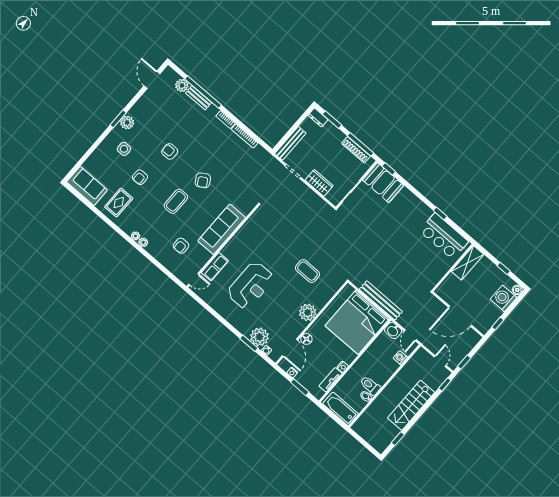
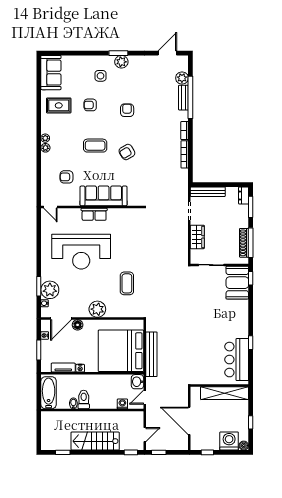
shelving: (467, 263) -> (225, 393), width x1.47
row of seats: (215, 267) -> (94, 214), moved
reception desk: (251, 285) -> (81, 252), width x1.36, depth x1.30

